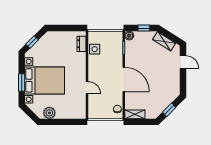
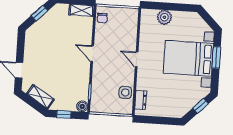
door: (124, 79) -> (92, 54), width x0.53
door: (87, 88) -> (137, 59), moved
plant: (49, 113) -> (164, 17), moved

